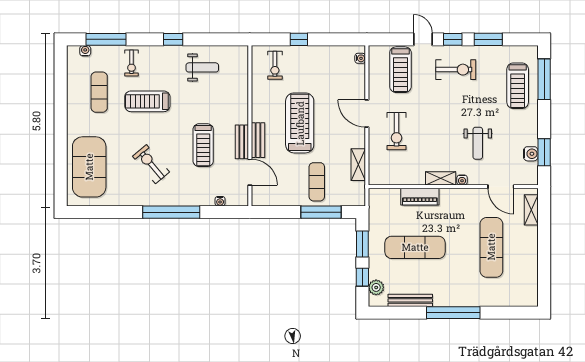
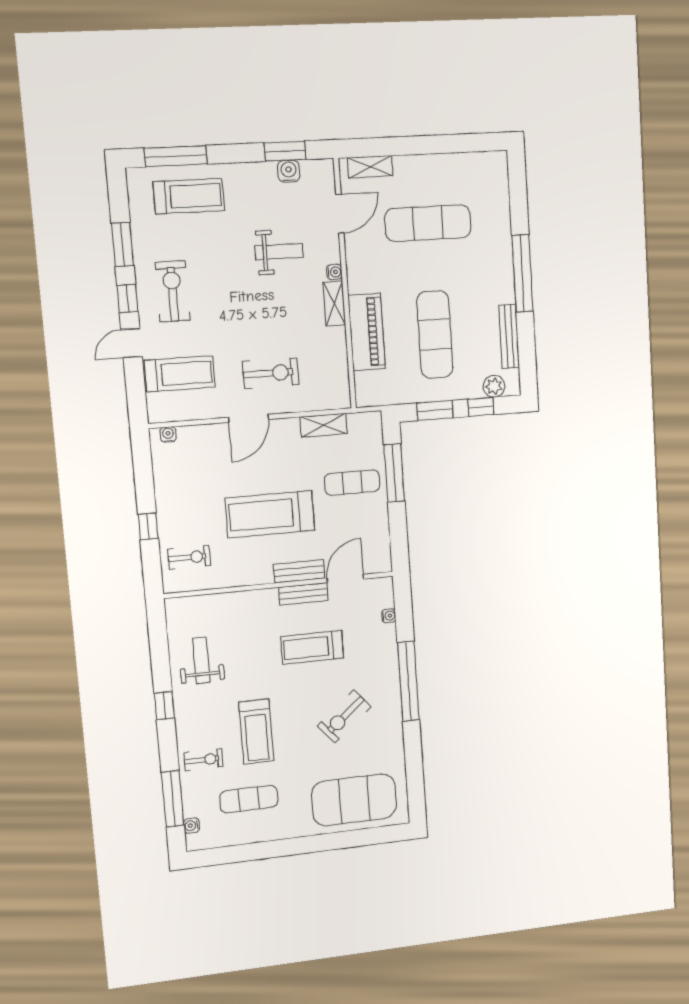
treadmill: (203, 145) -> (312, 647), turned 180
piano: (420, 197) -> (367, 332), width x1.37, depth x1.33

